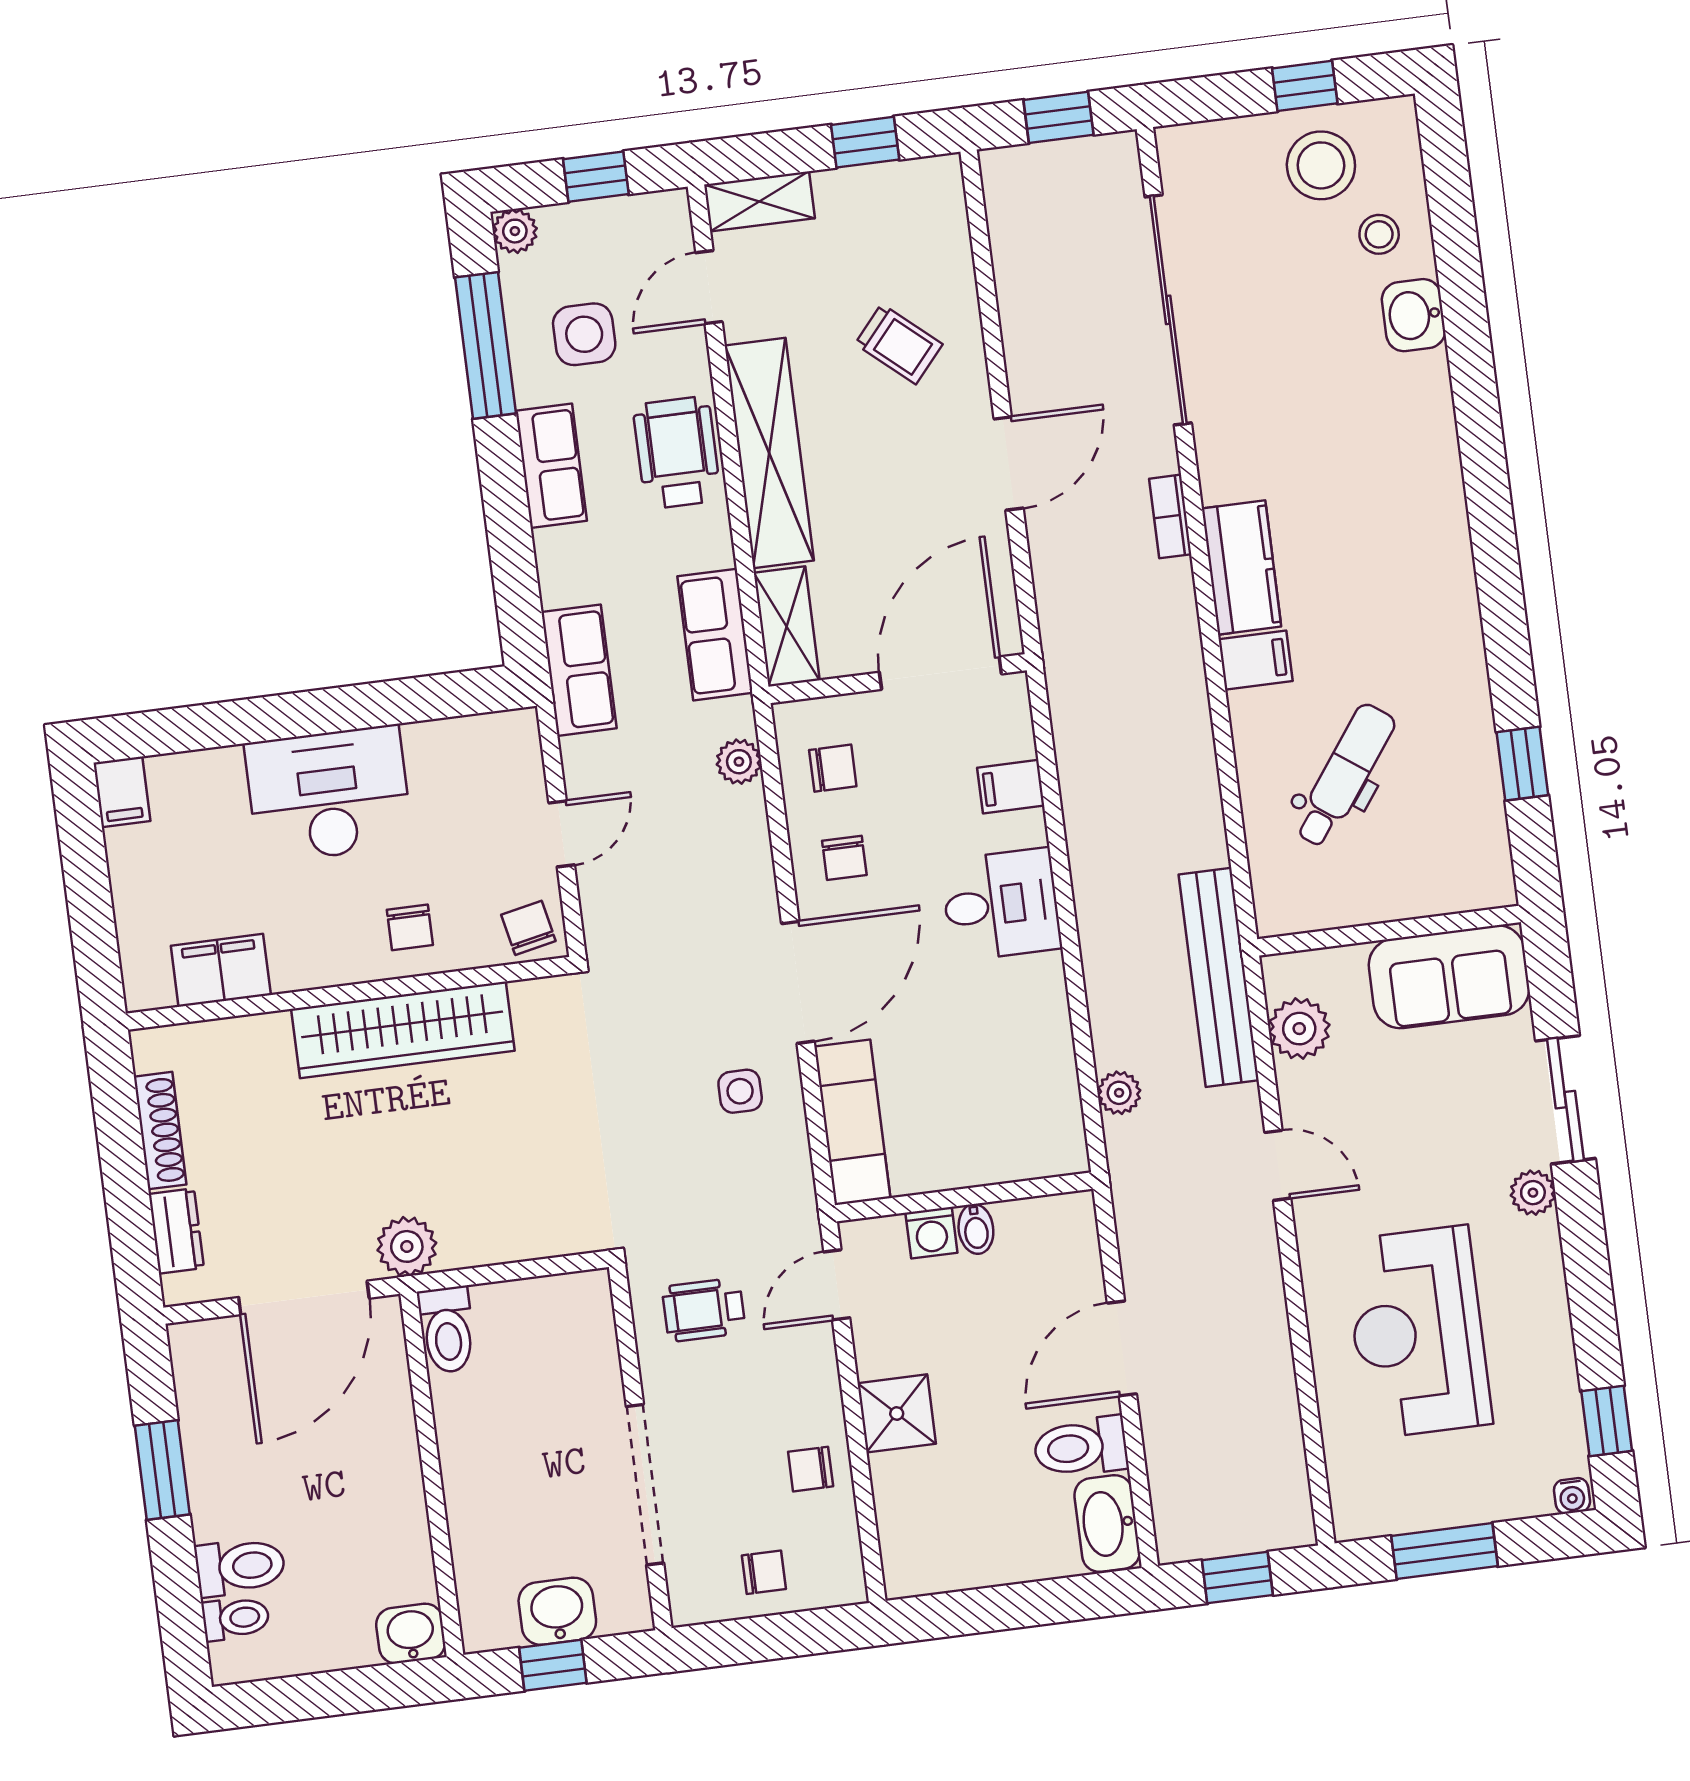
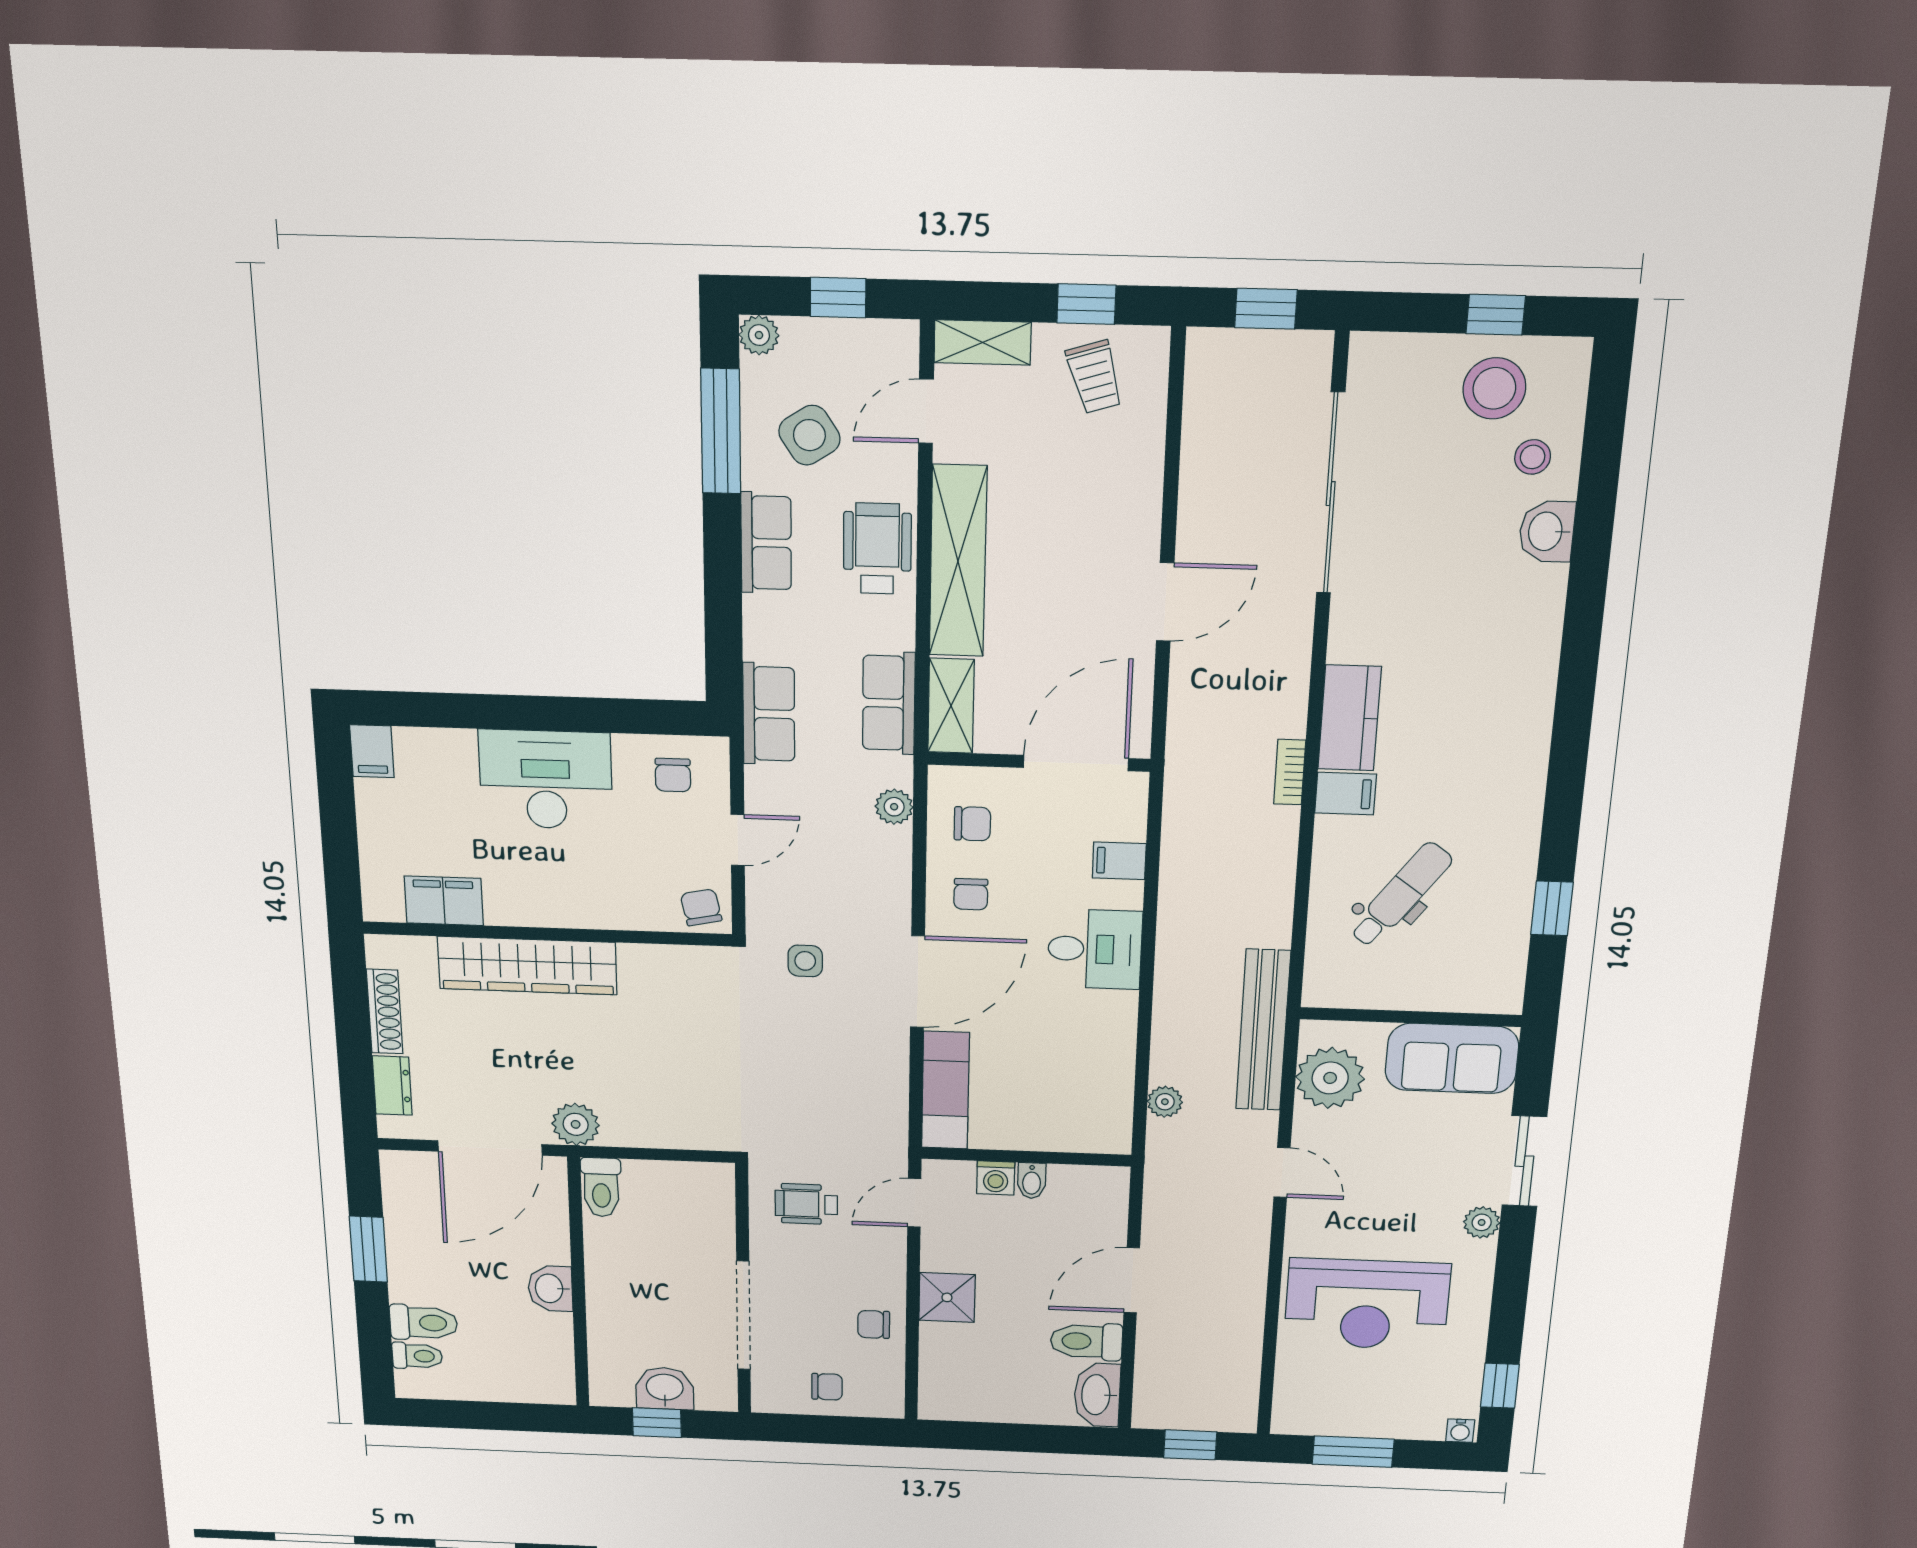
side table: (584, 334) -> (809, 435), turned -33
trolley: (899, 344) -> (1095, 377), moved, turned 32
bookcase: (1170, 516) -> (1290, 772), moved
chair: (410, 927) -> (673, 775), moved
plant: (1299, 1029) -> (1330, 1078), width x1.36, depth x1.36
wardrobe: (403, 1030) -> (527, 966), moved
side table: (740, 1091) -> (805, 961), moved
reception desk: (1418, 1332) -> (1367, 1304), turned -90
washbasin: (411, 1634) -> (550, 1288), moved, turned -90

